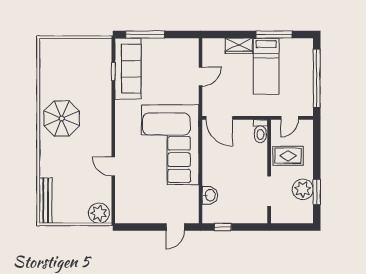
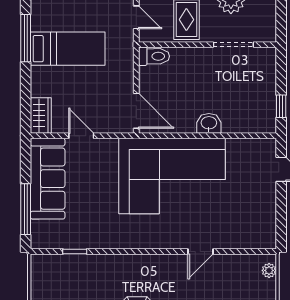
wardrobe: (239, 46) -> (41, 116), moved
sofa: (128, 69) -> (48, 179), moved, turned 90
door: (219, 118) -> (136, 111), hinge flipped
washbasin: (210, 195) -> (209, 123), moved
plant: (99, 213) -> (269, 270), width x0.53, depth x0.53

